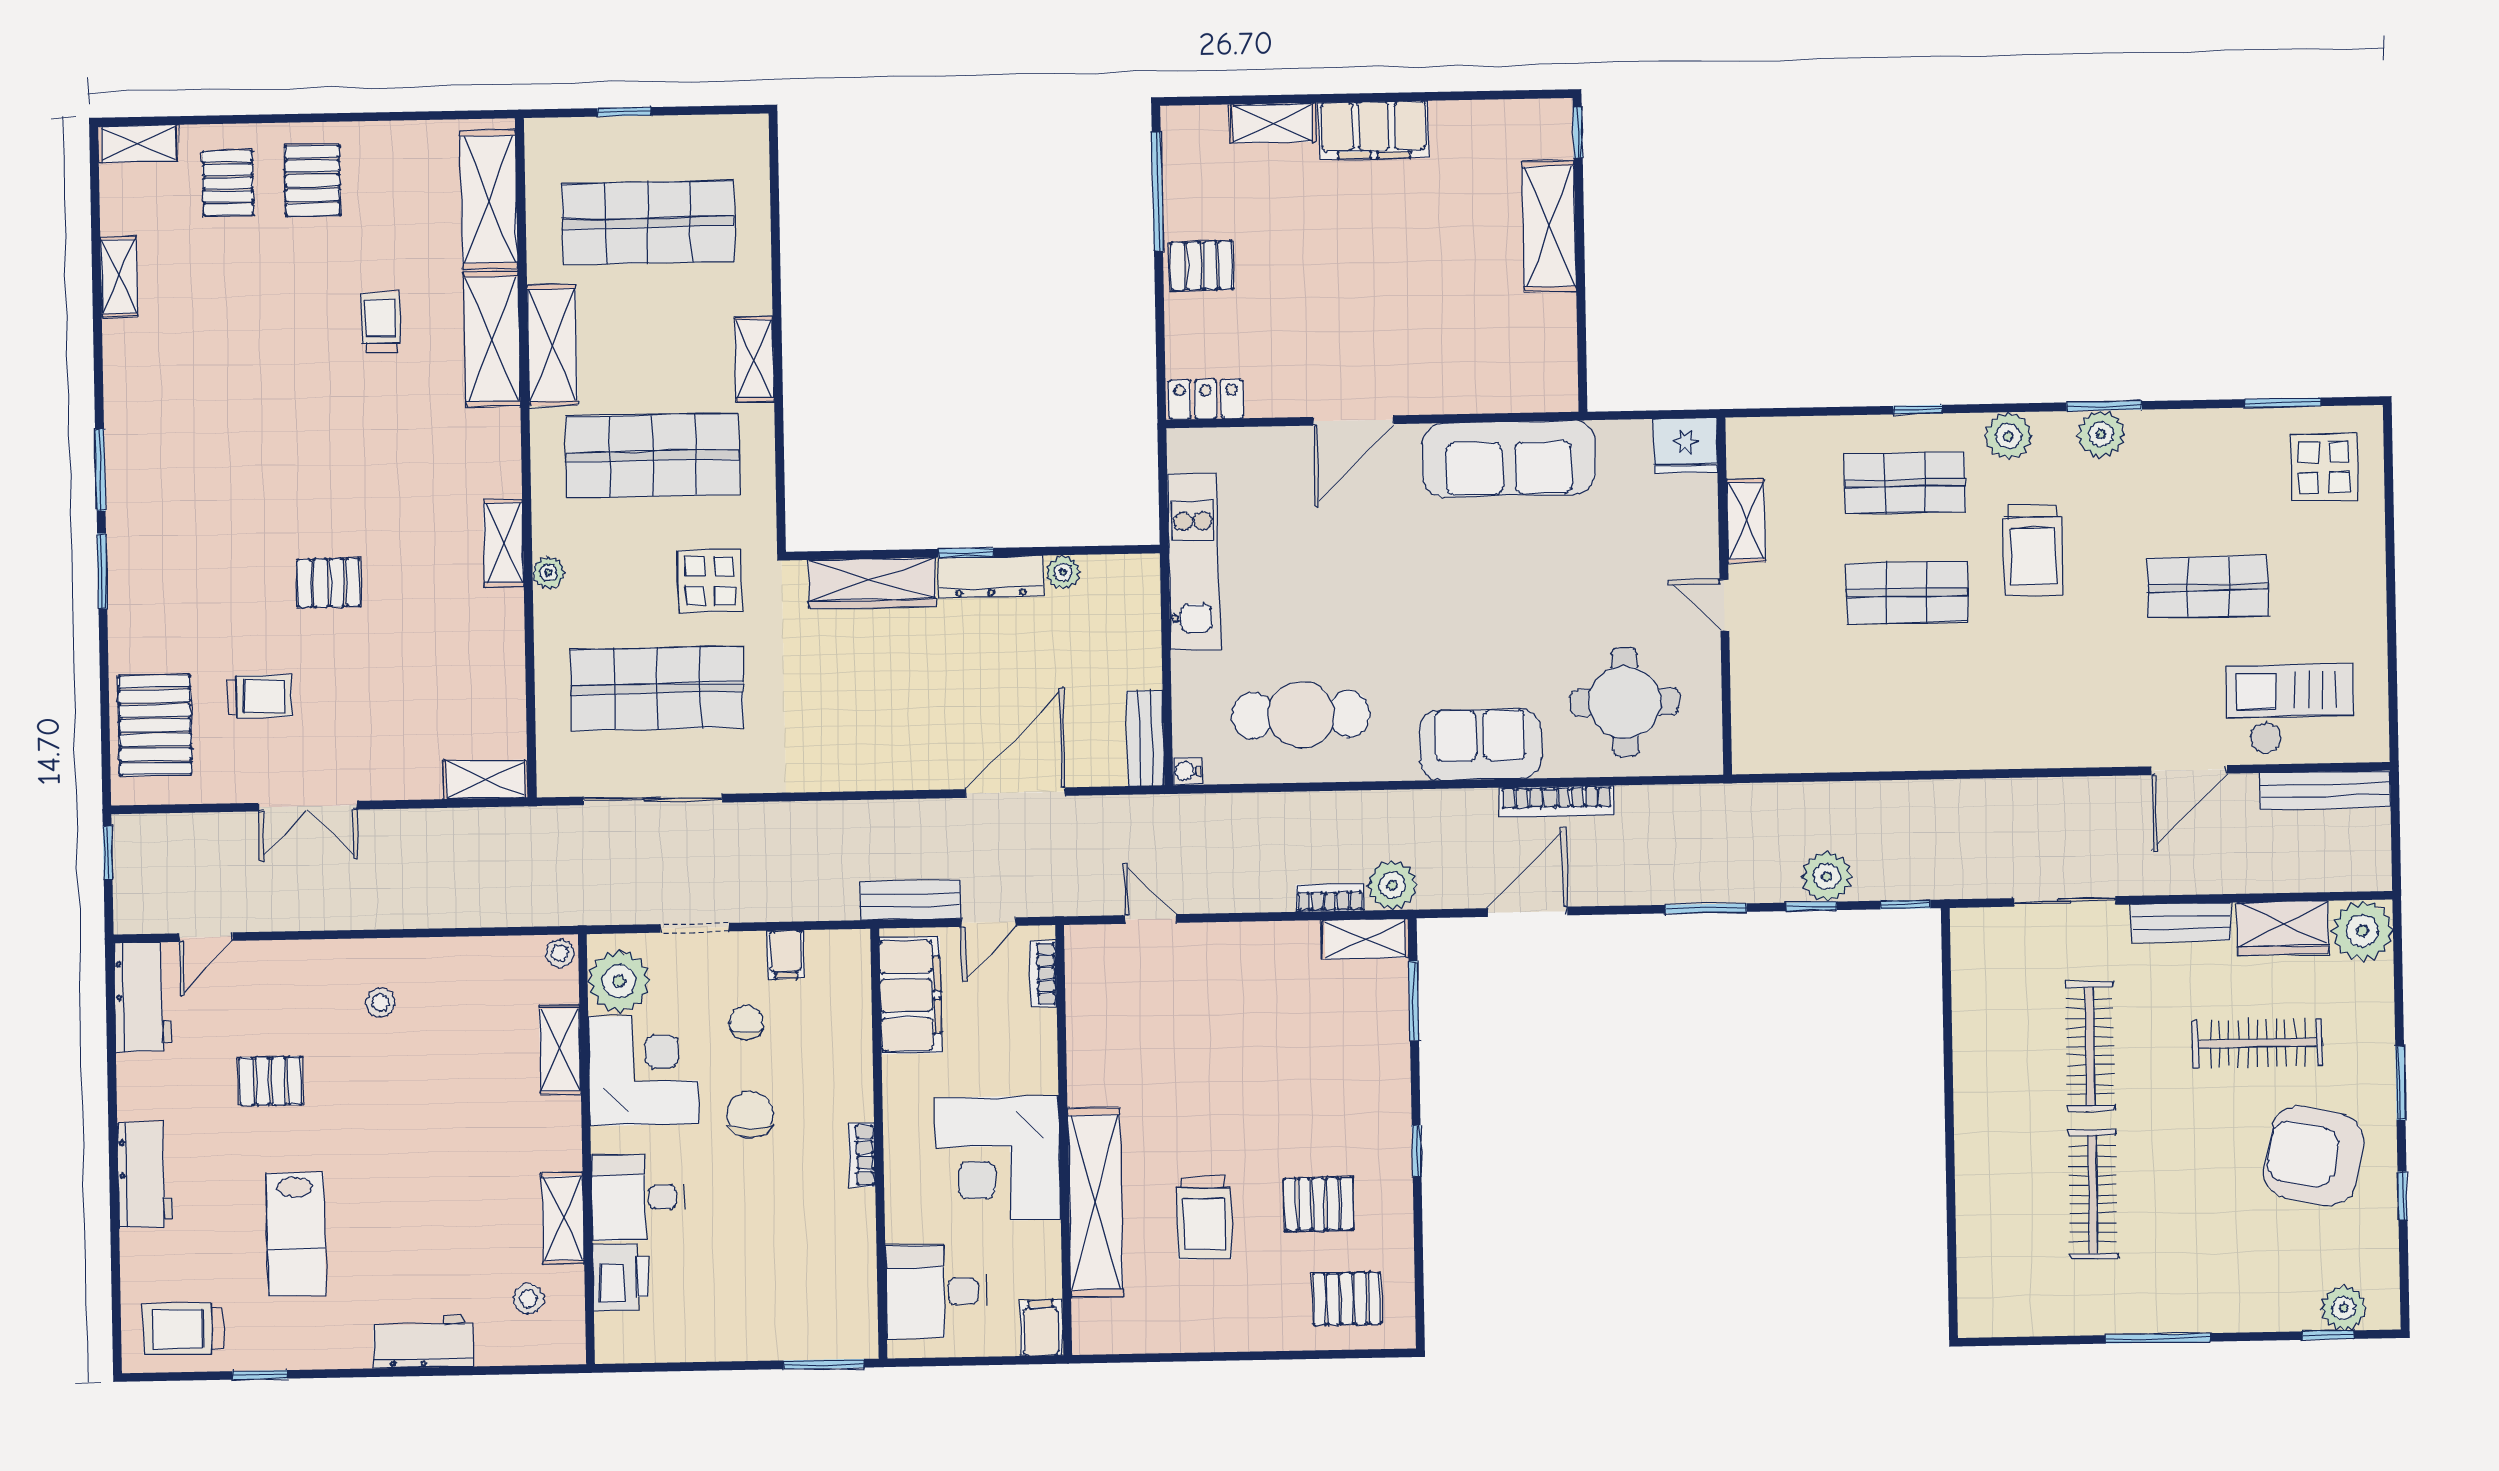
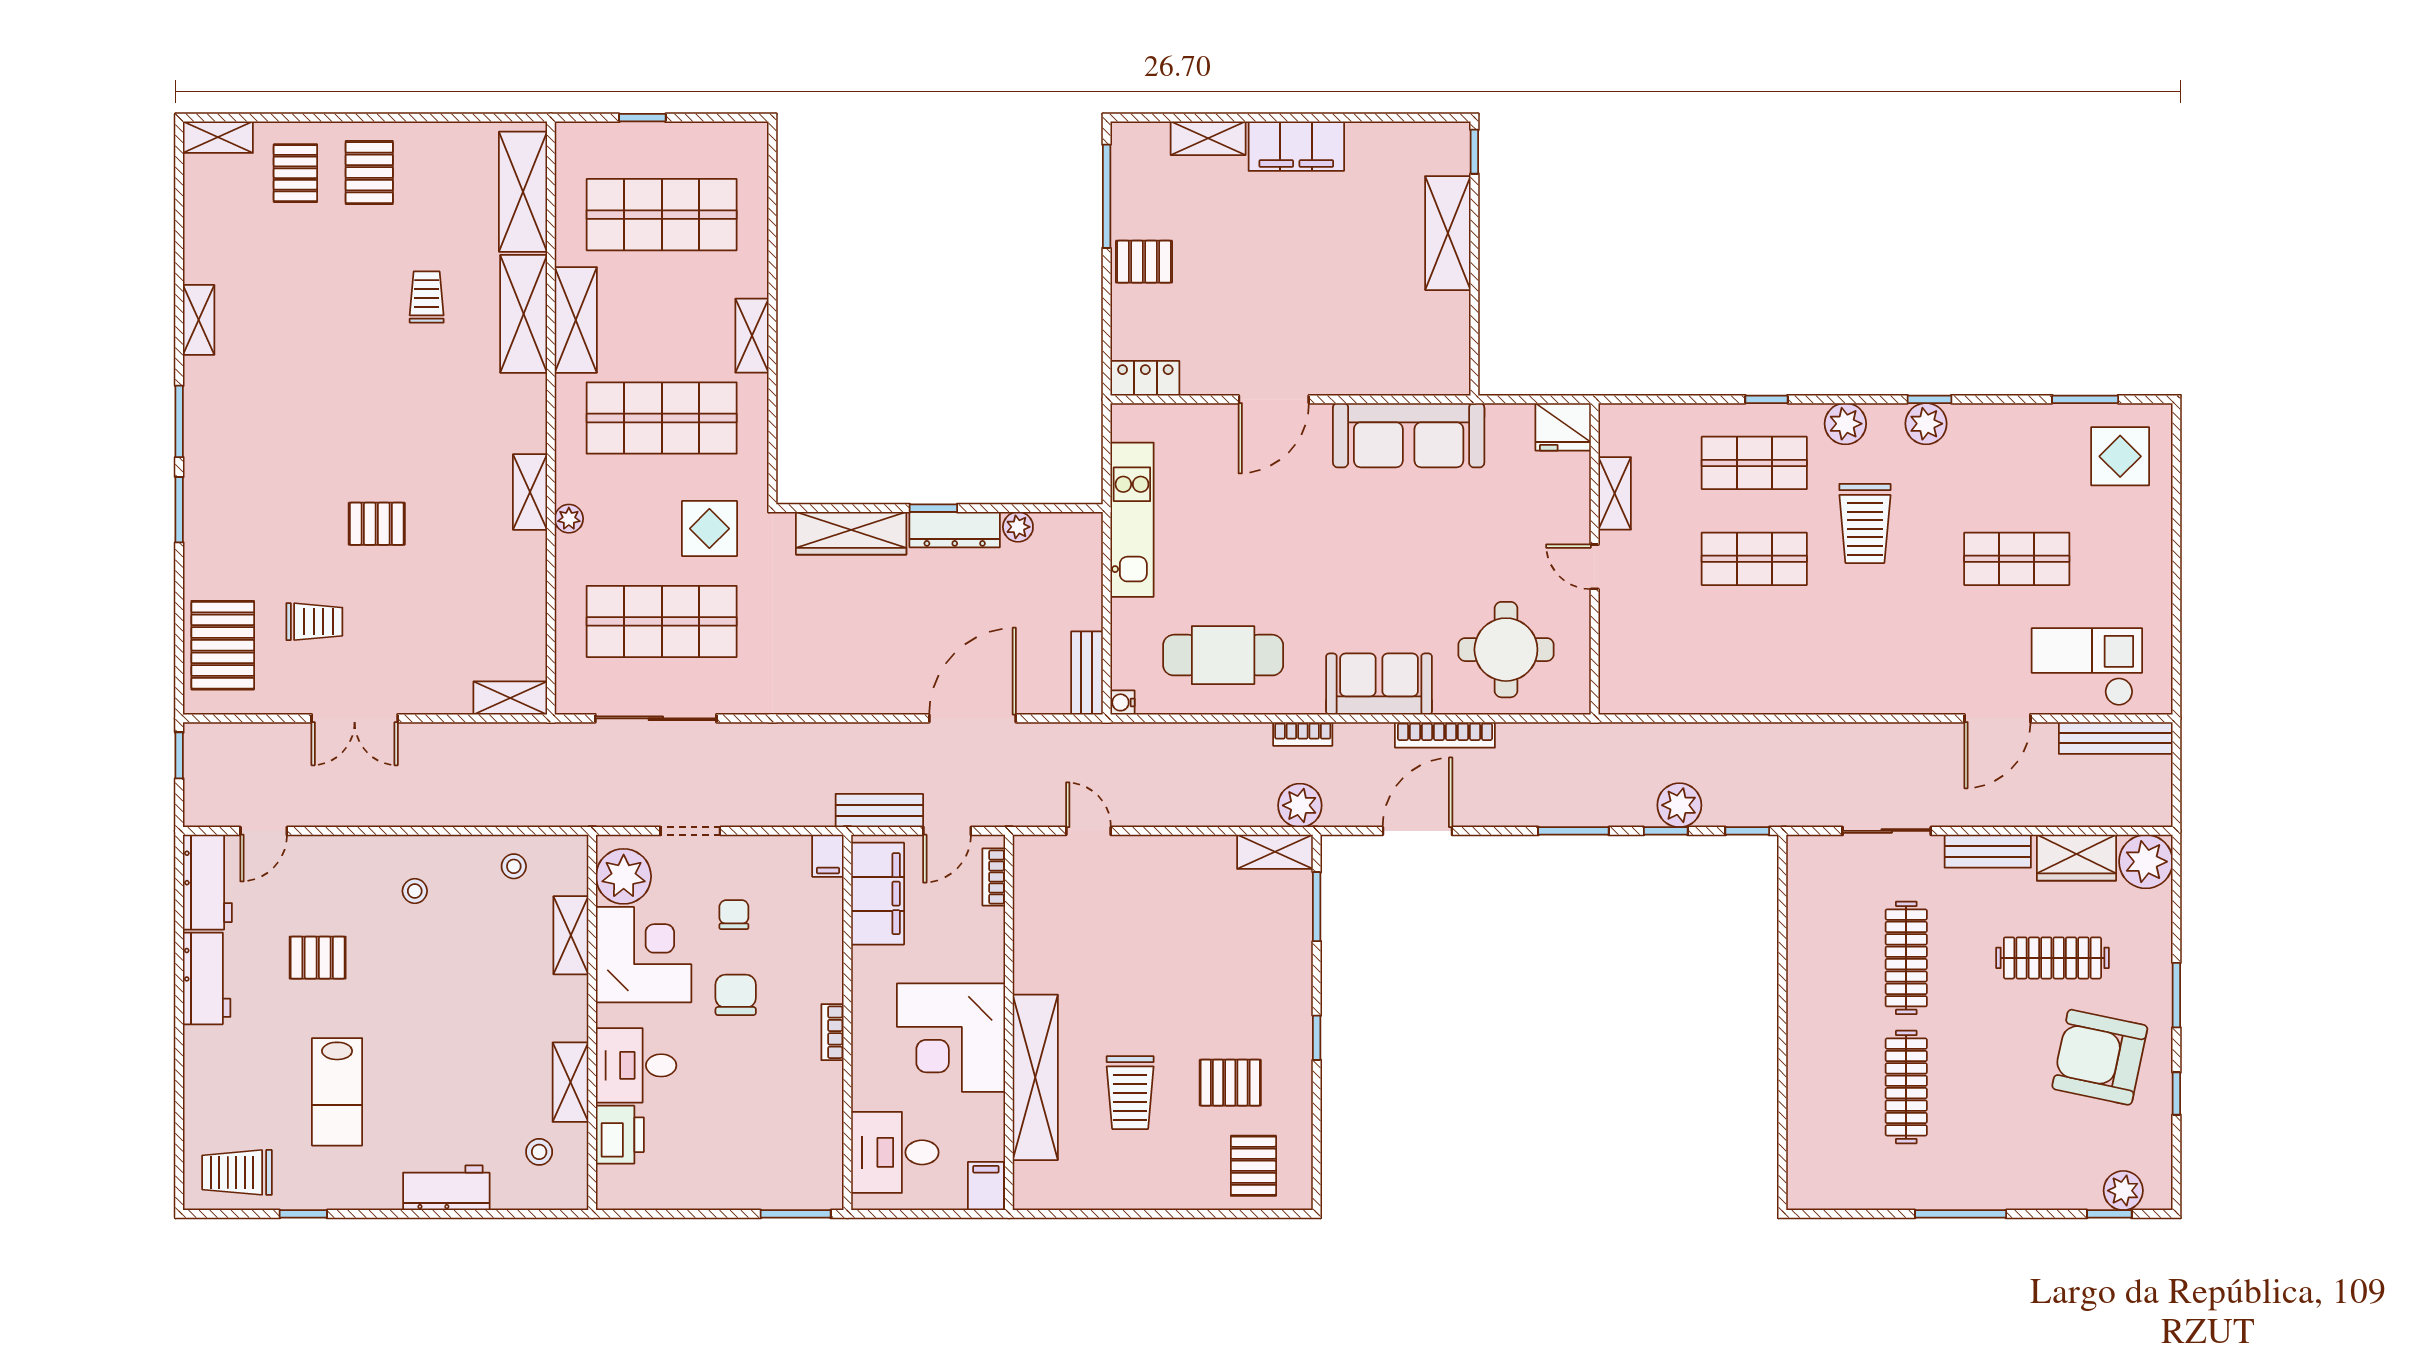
shelving: (119, 276) -> (199, 320), moved
window: (2104, 406) -> (1929, 399), width x0.67
bookcase: (1330, 898) -> (1303, 734), moved, turned 180
stool: (560, 953) -> (514, 866), moved
filing cabinet: (786, 954) -> (828, 856), moved
workbench: (145, 1175) -> (207, 978), moved
pallet: (1347, 1299) -> (1253, 1166), turned 90

